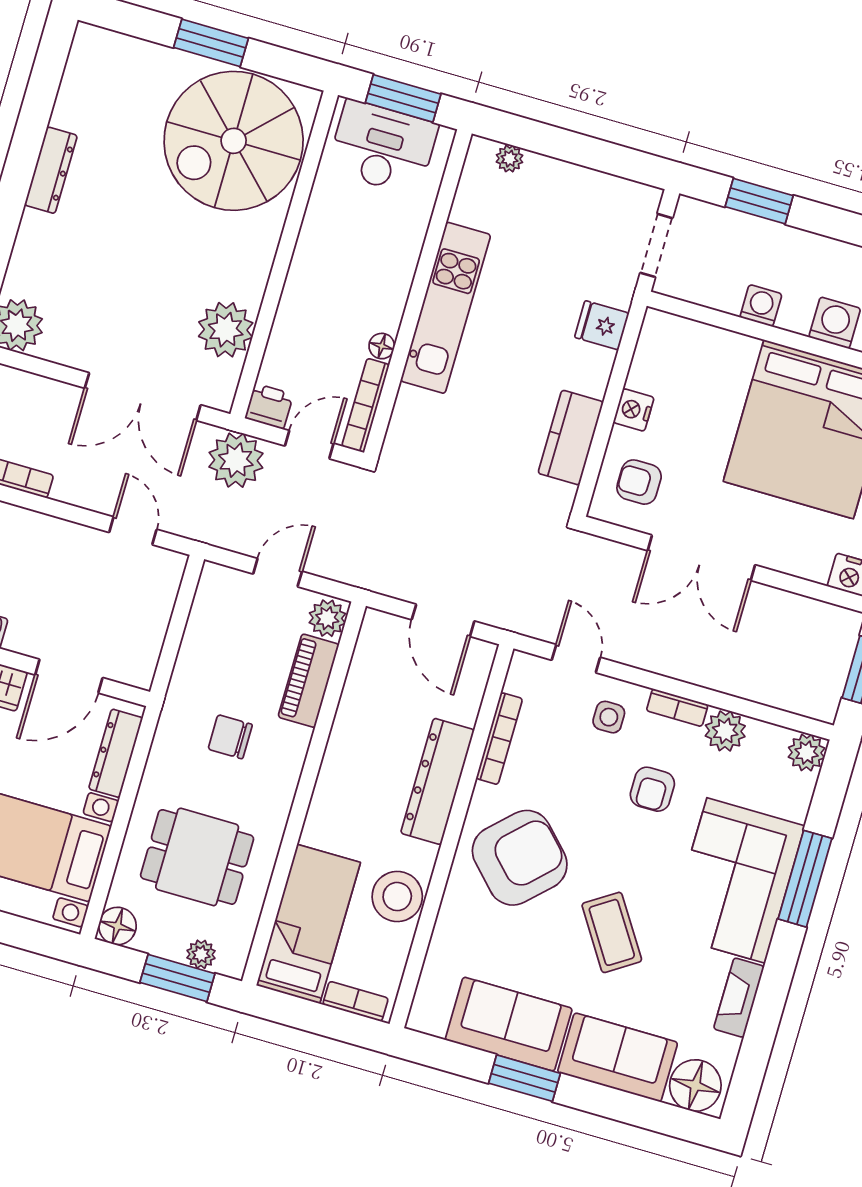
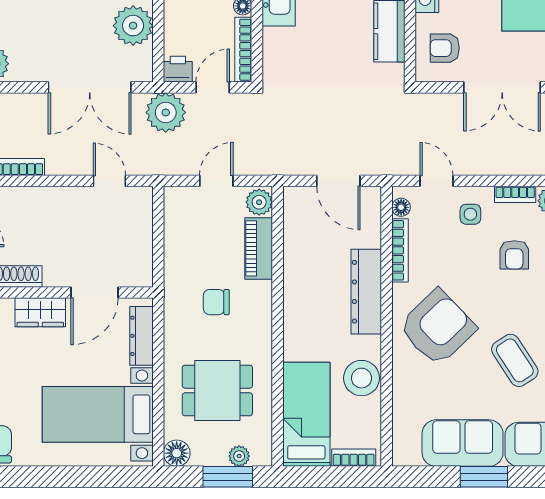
floor lamp: (518, 681) -> (401, 207), added

